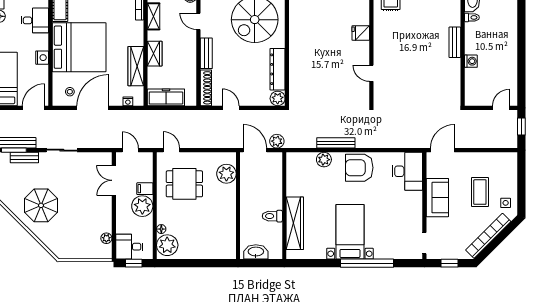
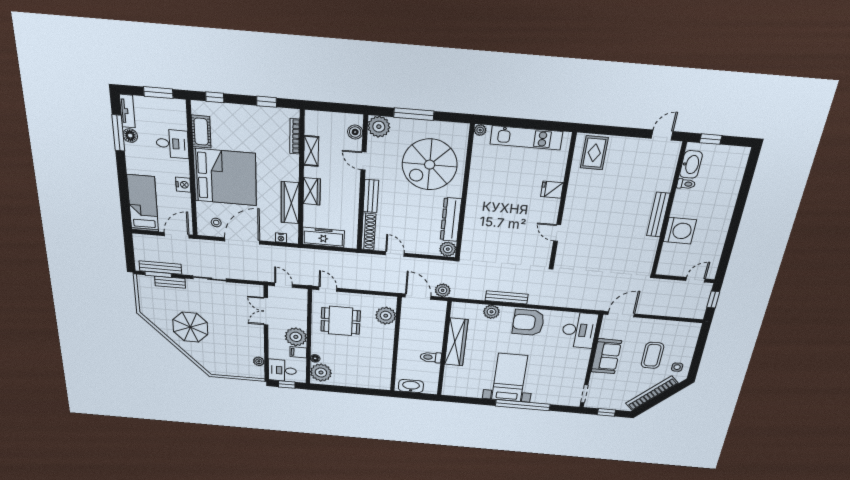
bench: (455, 42) -> (658, 215), width x1.36
washing machine: (471, 61) -> (680, 231), width x1.89, depth x1.89
filing cabinet: (145, 189) -> (298, 352), moved
wardrobe: (295, 223) -> (456, 342), moved

